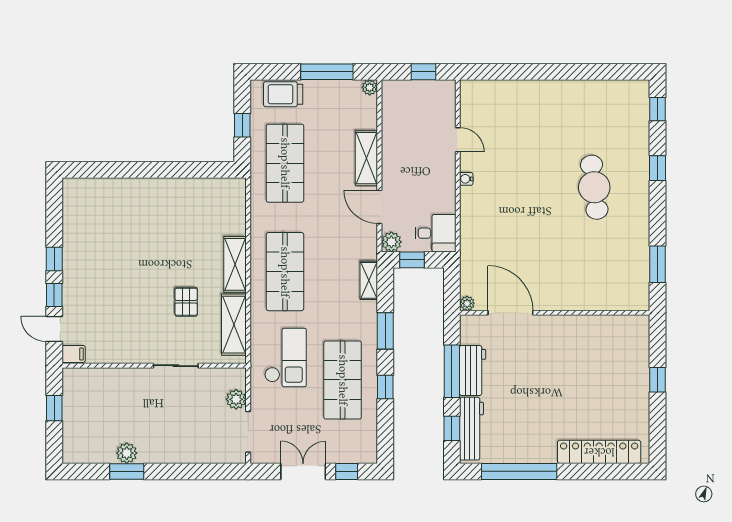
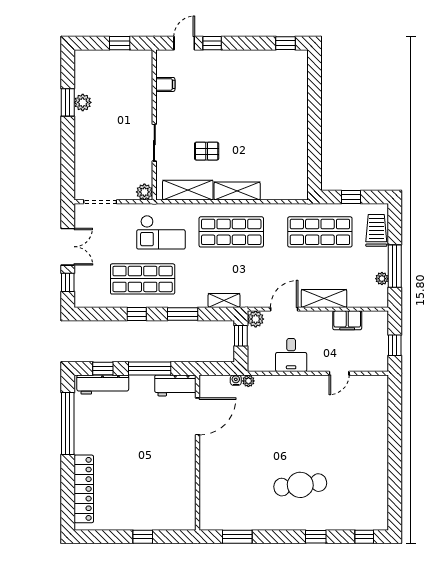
plant: (370, 87) -> (382, 279), moved
filing cabinet: (393, 130) -> (347, 320), added
water cooler: (466, 179) -> (236, 380), moved
desk: (435, 233) -> (291, 355), moved
window: (54, 259) -> (286, 43), moved
plant: (467, 303) -> (248, 381), moved
filing cabinet: (74, 354) -> (165, 84), moved, turned -90
workbench: (473, 370) -> (175, 385), moved
plant: (236, 399) -> (144, 192), moved

